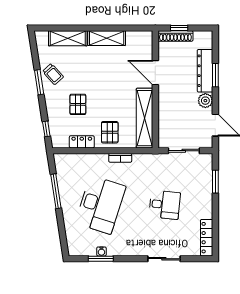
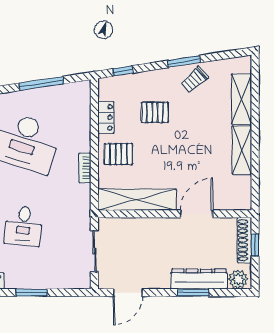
plant: (205, 101) -> (238, 279), moved
window: (215, 182) -> (31, 293), moved

